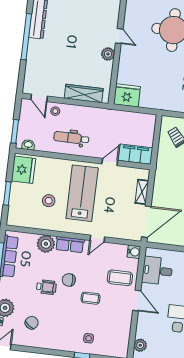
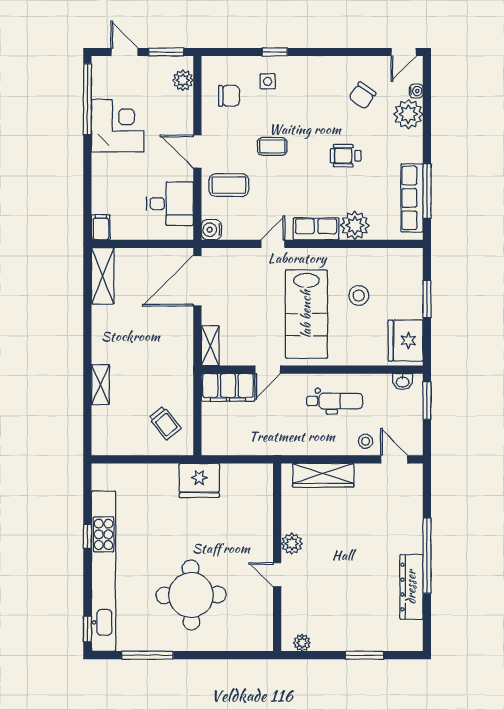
fridge: (127, 95) -> (199, 480), moved
shelving: (142, 192) -> (210, 346), moved
chair: (69, 280) -> (229, 96), moved

